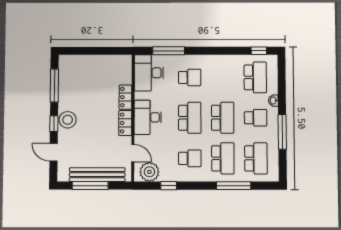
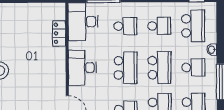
school desk: (222, 77) -> (159, 26), added
locker: (125, 97) -> (59, 33), moved
locker: (125, 123) -> (59, 74), removed

